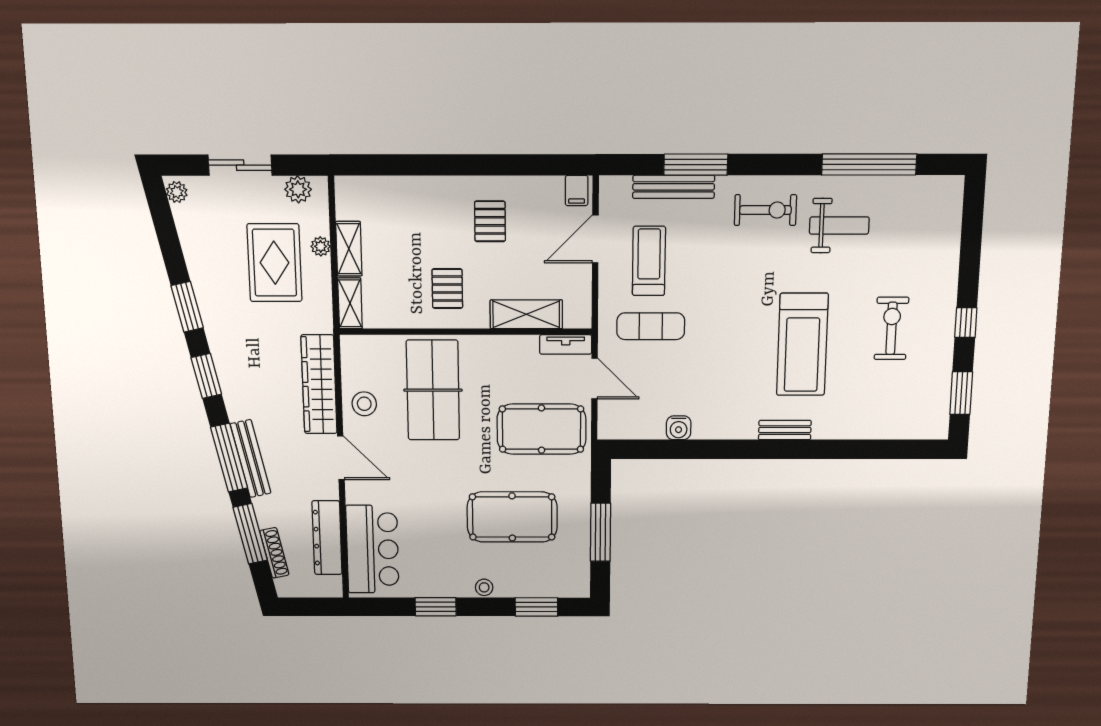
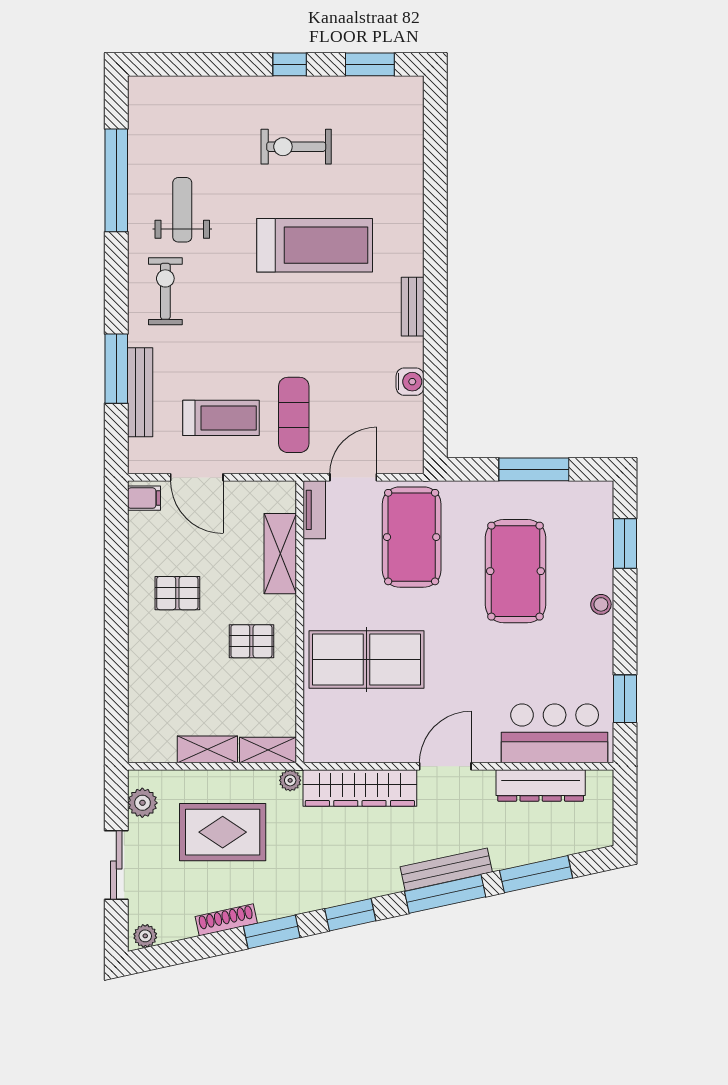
plant: (321, 246) -> (290, 780), moved
treadmill: (649, 261) -> (221, 418), turned 180
stool: (364, 404) -> (382, 738), removed
bench: (785, 430) -> (413, 307), moved
shoe rack: (274, 553) -> (226, 920), moved
window: (436, 607) -> (625, 699), moved

